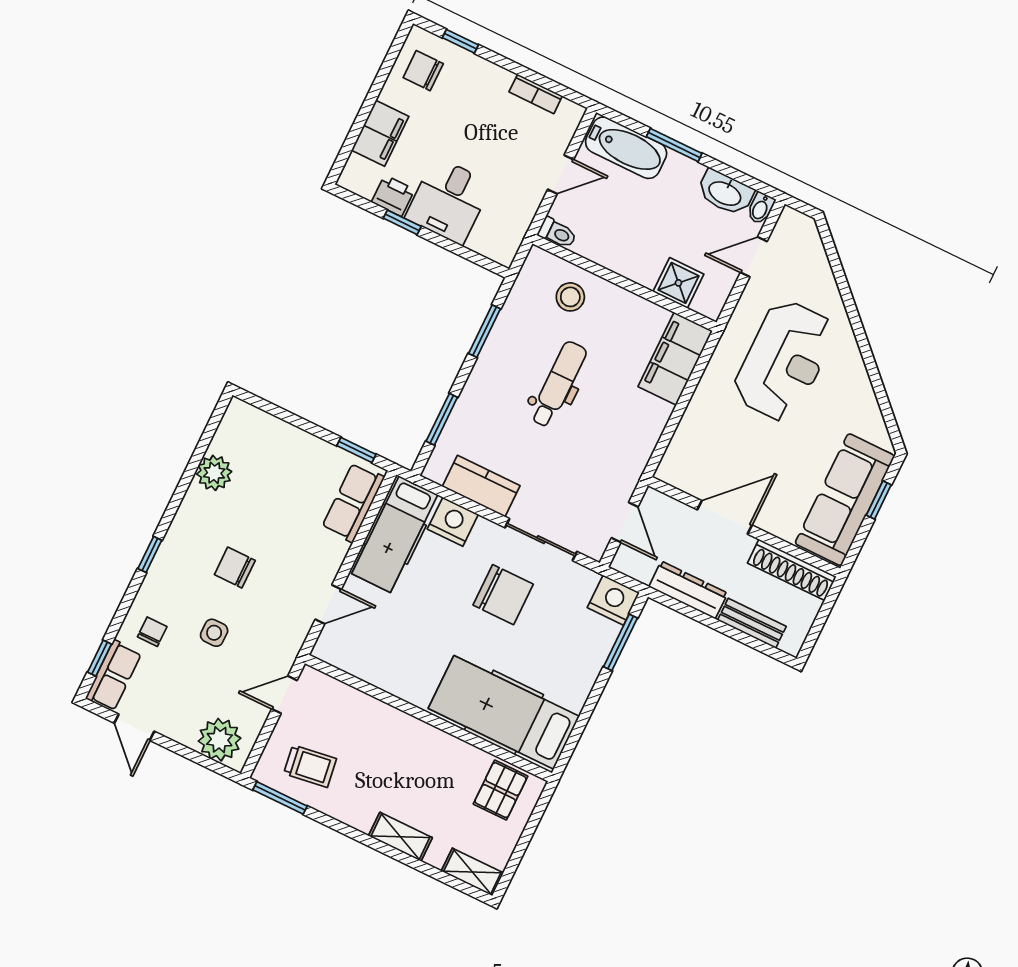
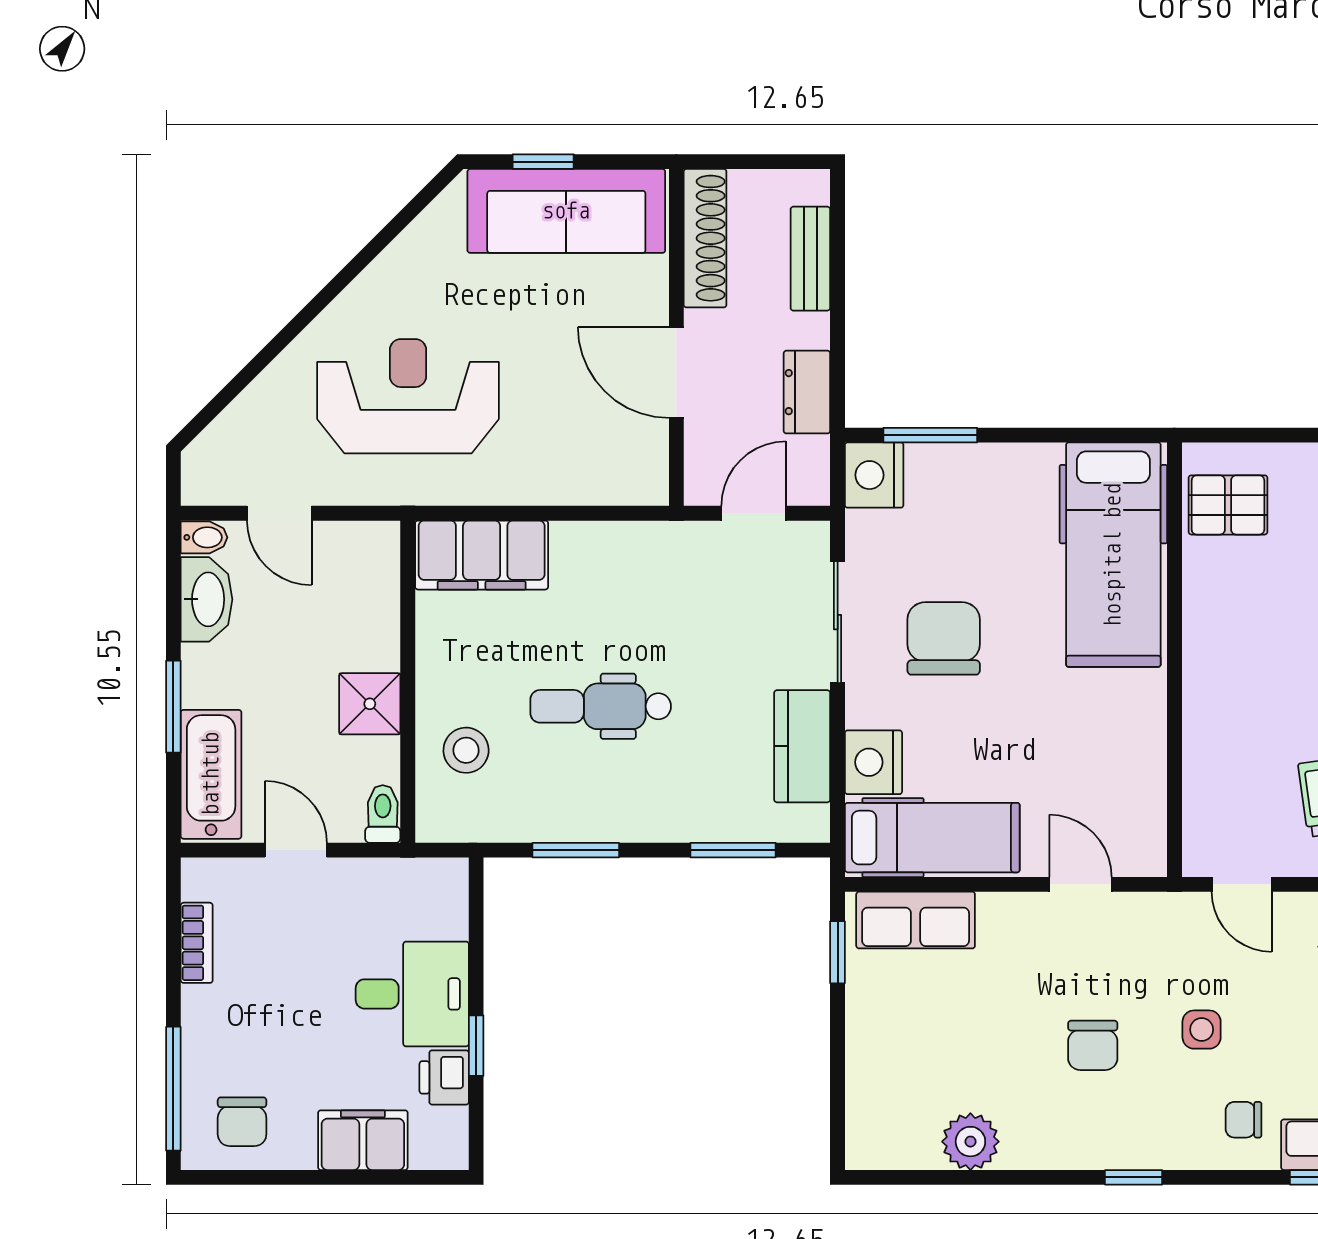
window: (460, 41) -> (173, 1089), width x2.17
shower: (678, 283) -> (370, 704), moved
dresser: (688, 590) -> (807, 392), width x0.70

